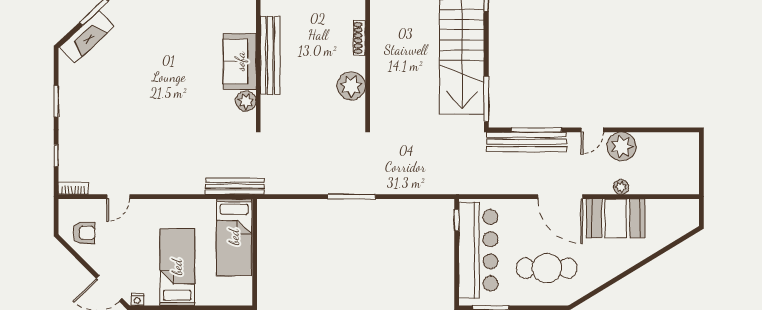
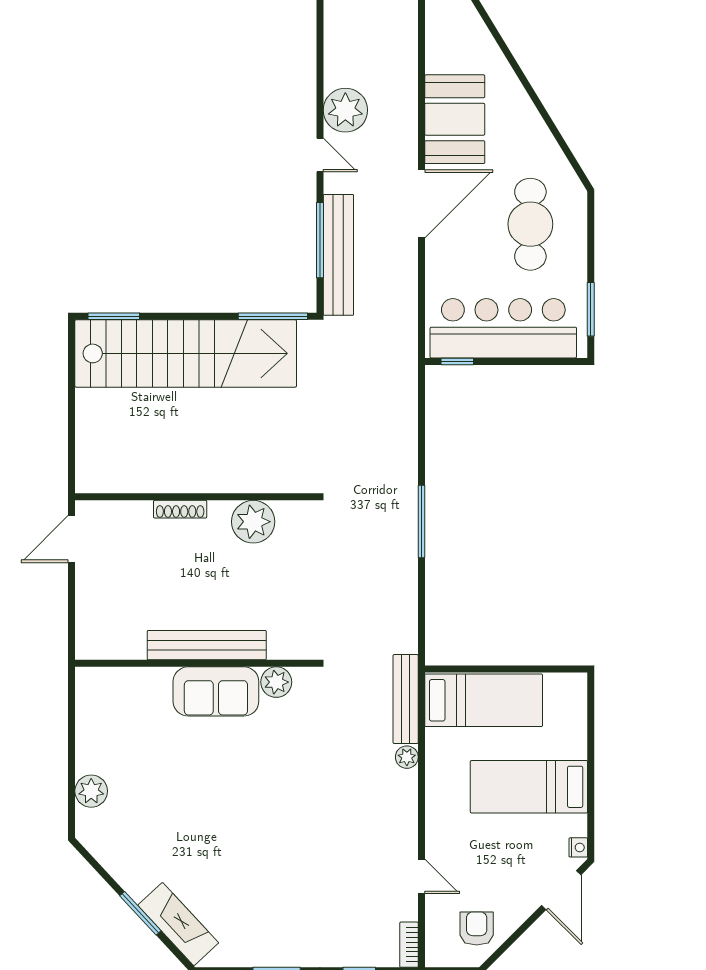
plant: (621, 187) -> (407, 757), moved

